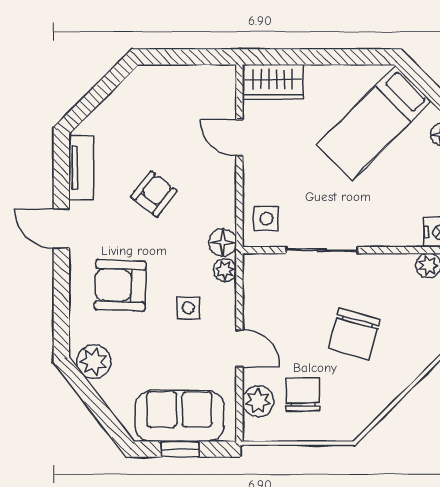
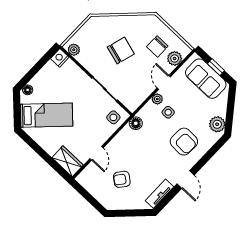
armchair: (154, 194) -> (122, 179), moved
plant: (225, 270) -> (157, 99), moved

